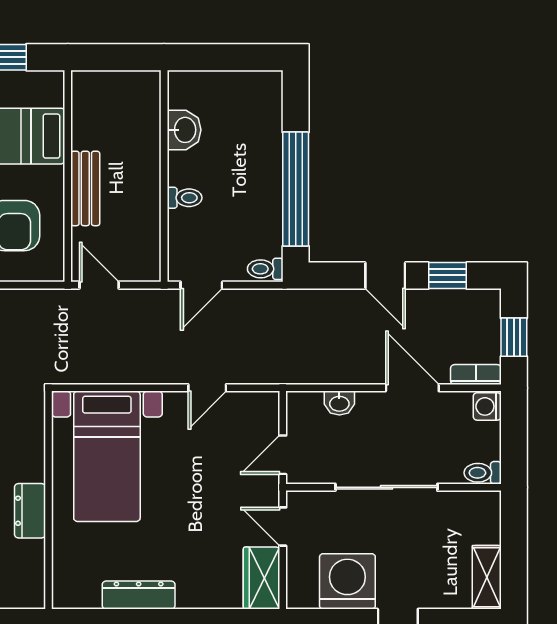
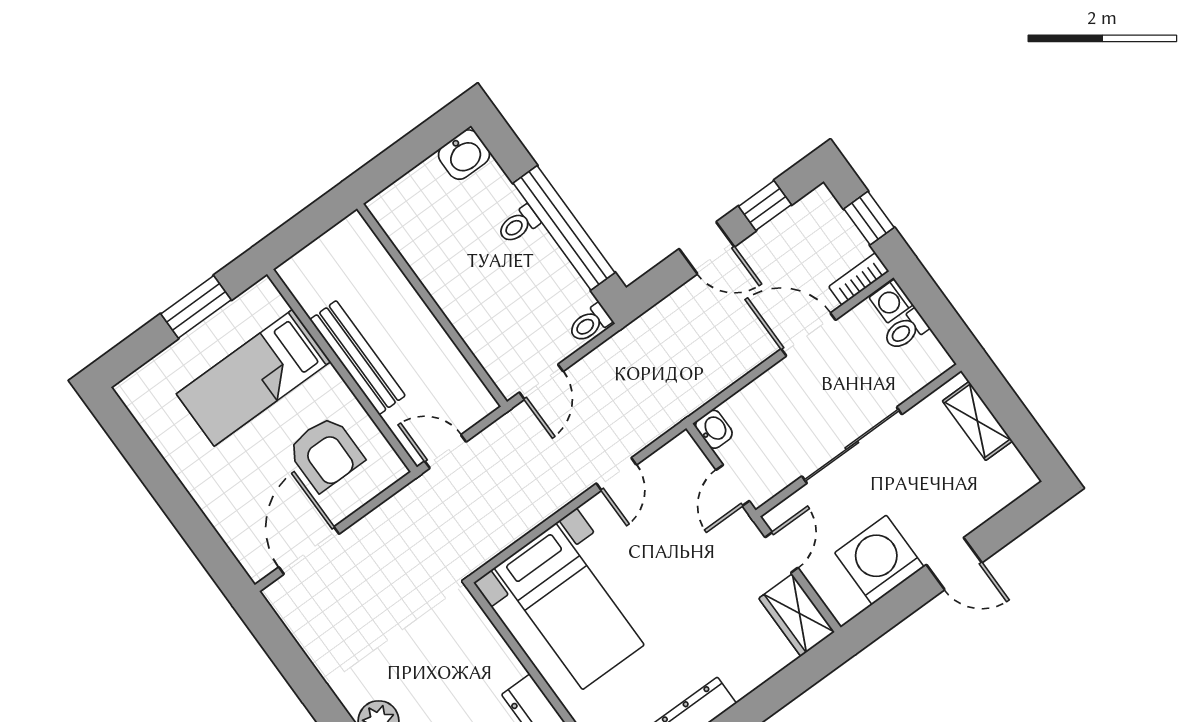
washbasin: (184, 130) -> (464, 155), moved, turned 90
bench: (85, 188) -> (358, 358), width x1.36
toilet: (185, 198) -> (519, 224), moved, turned 180
washbasin: (339, 403) -> (714, 429), moved, turned -90
toilet: (483, 473) -> (906, 330), moved
door: (283, 527) -> (782, 552), swing flipped
shelving: (487, 577) -> (977, 421), moved

